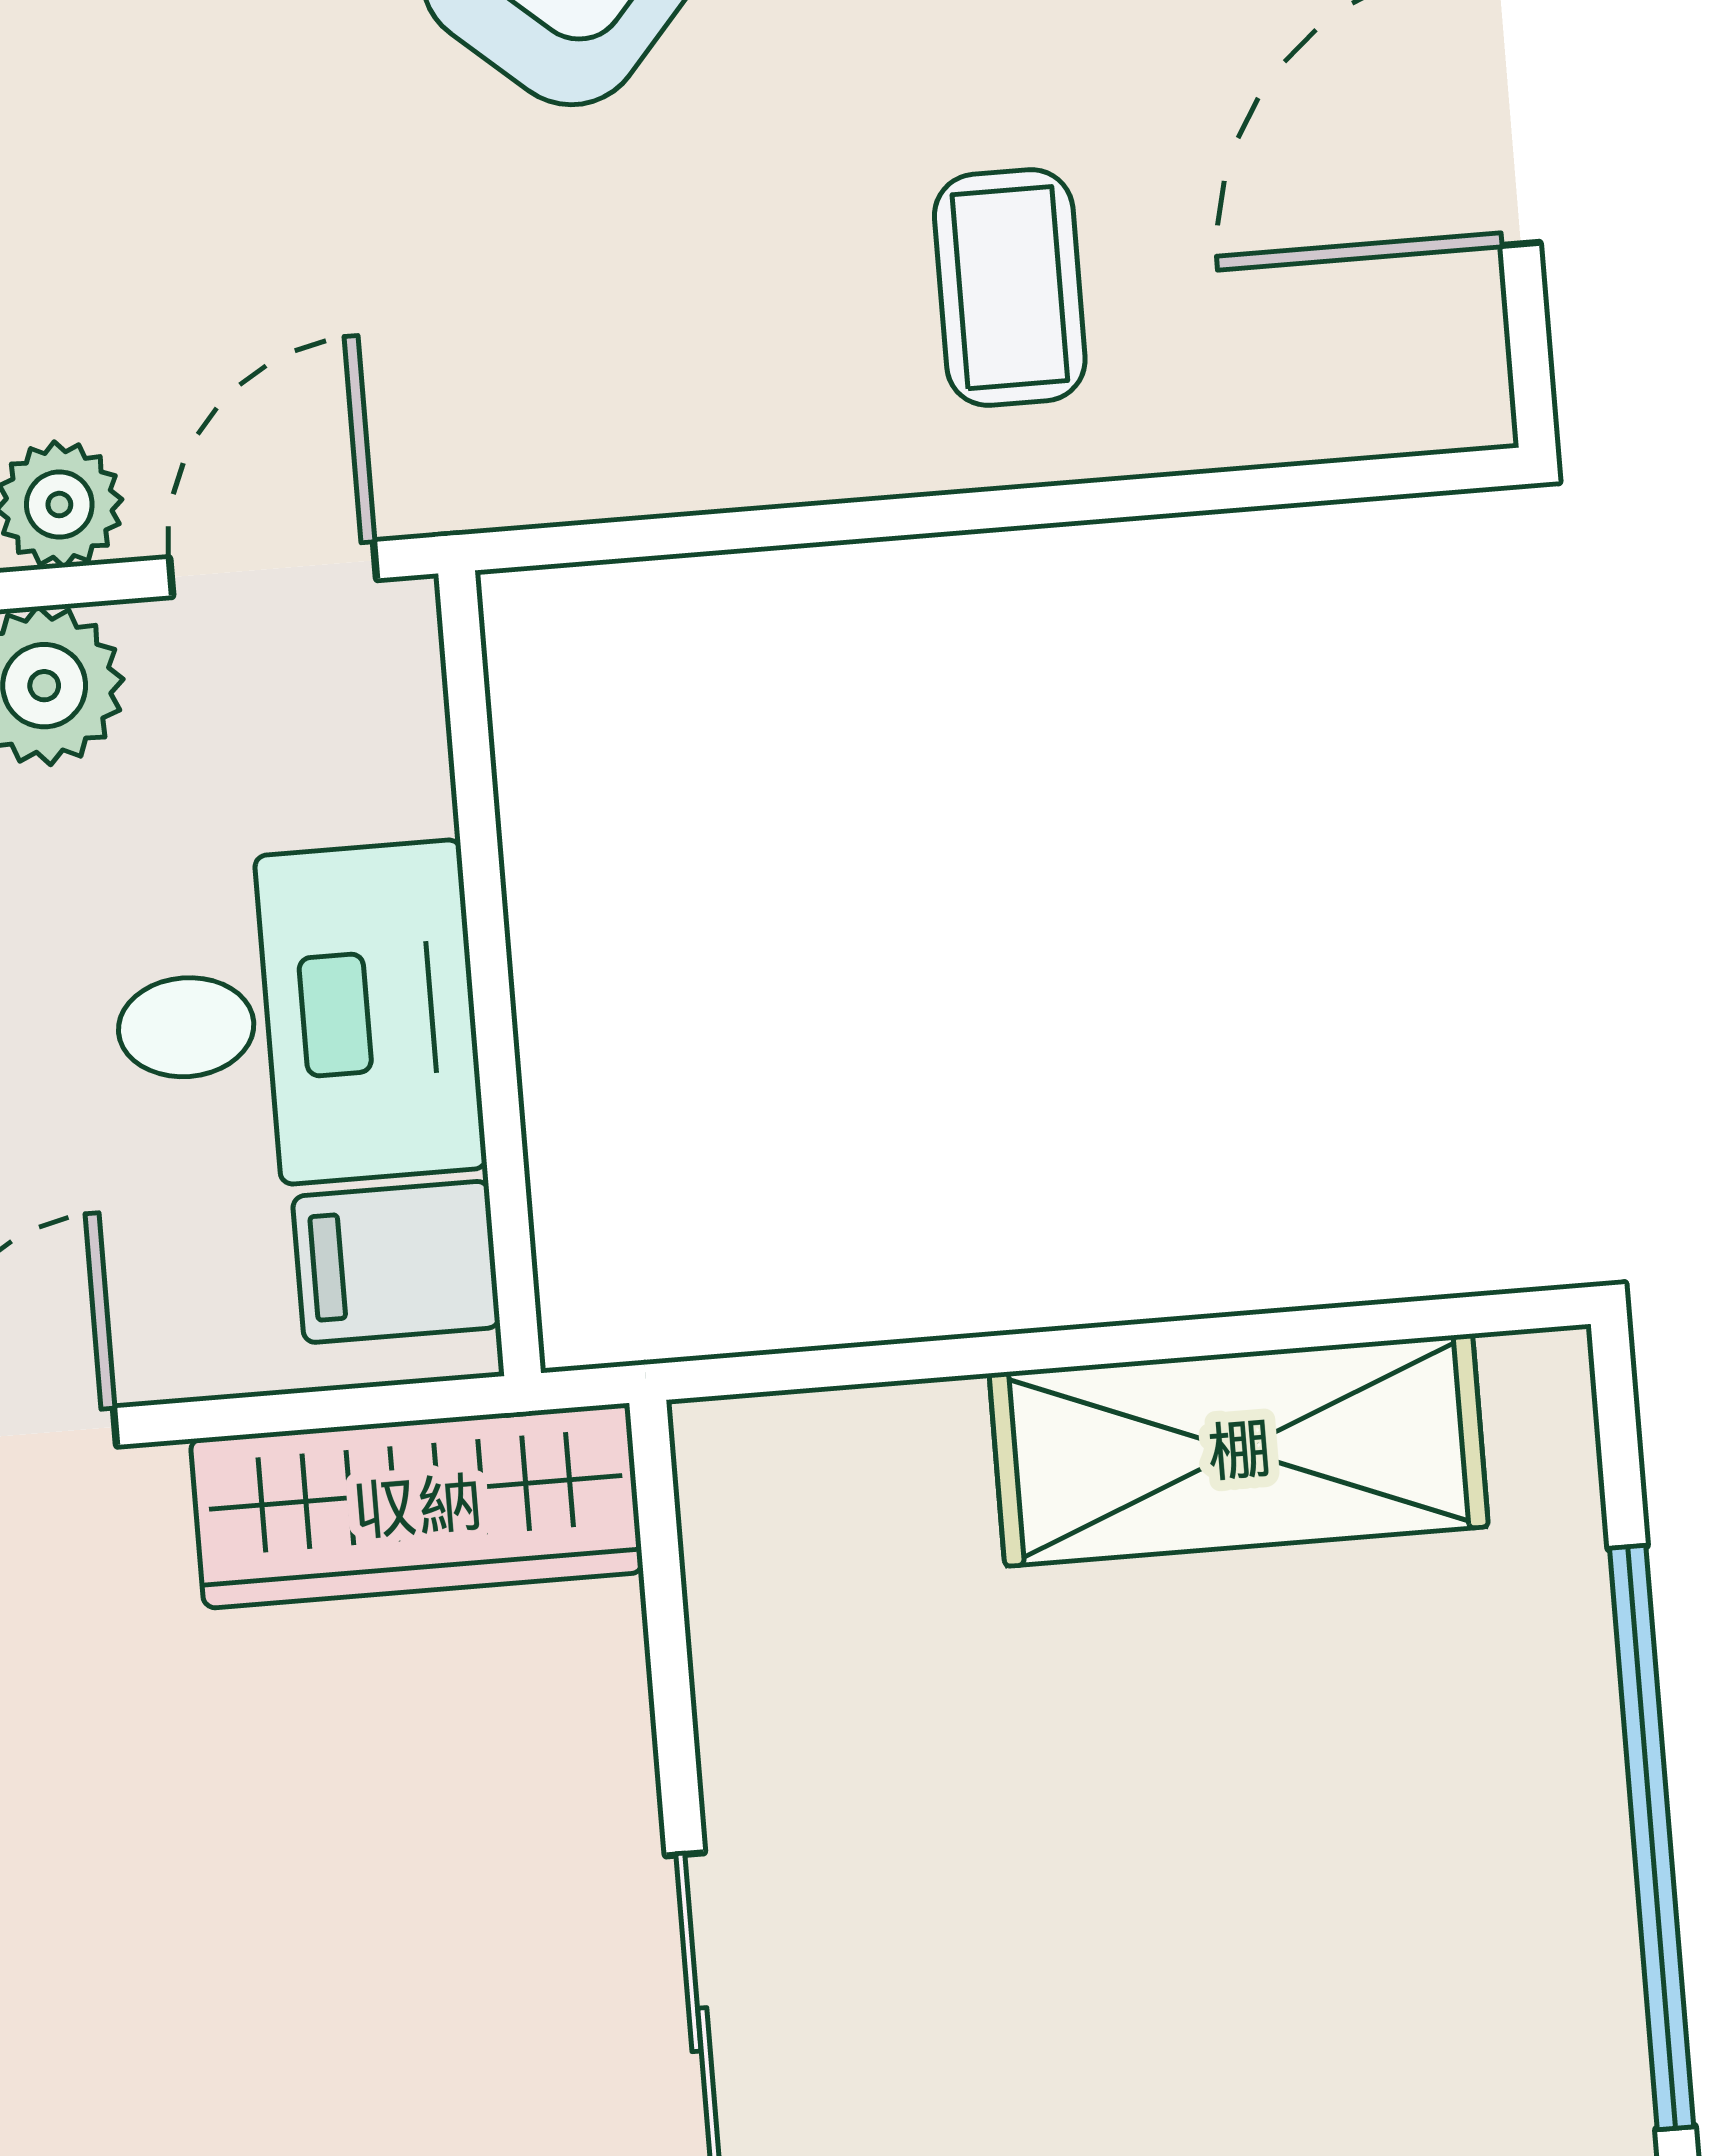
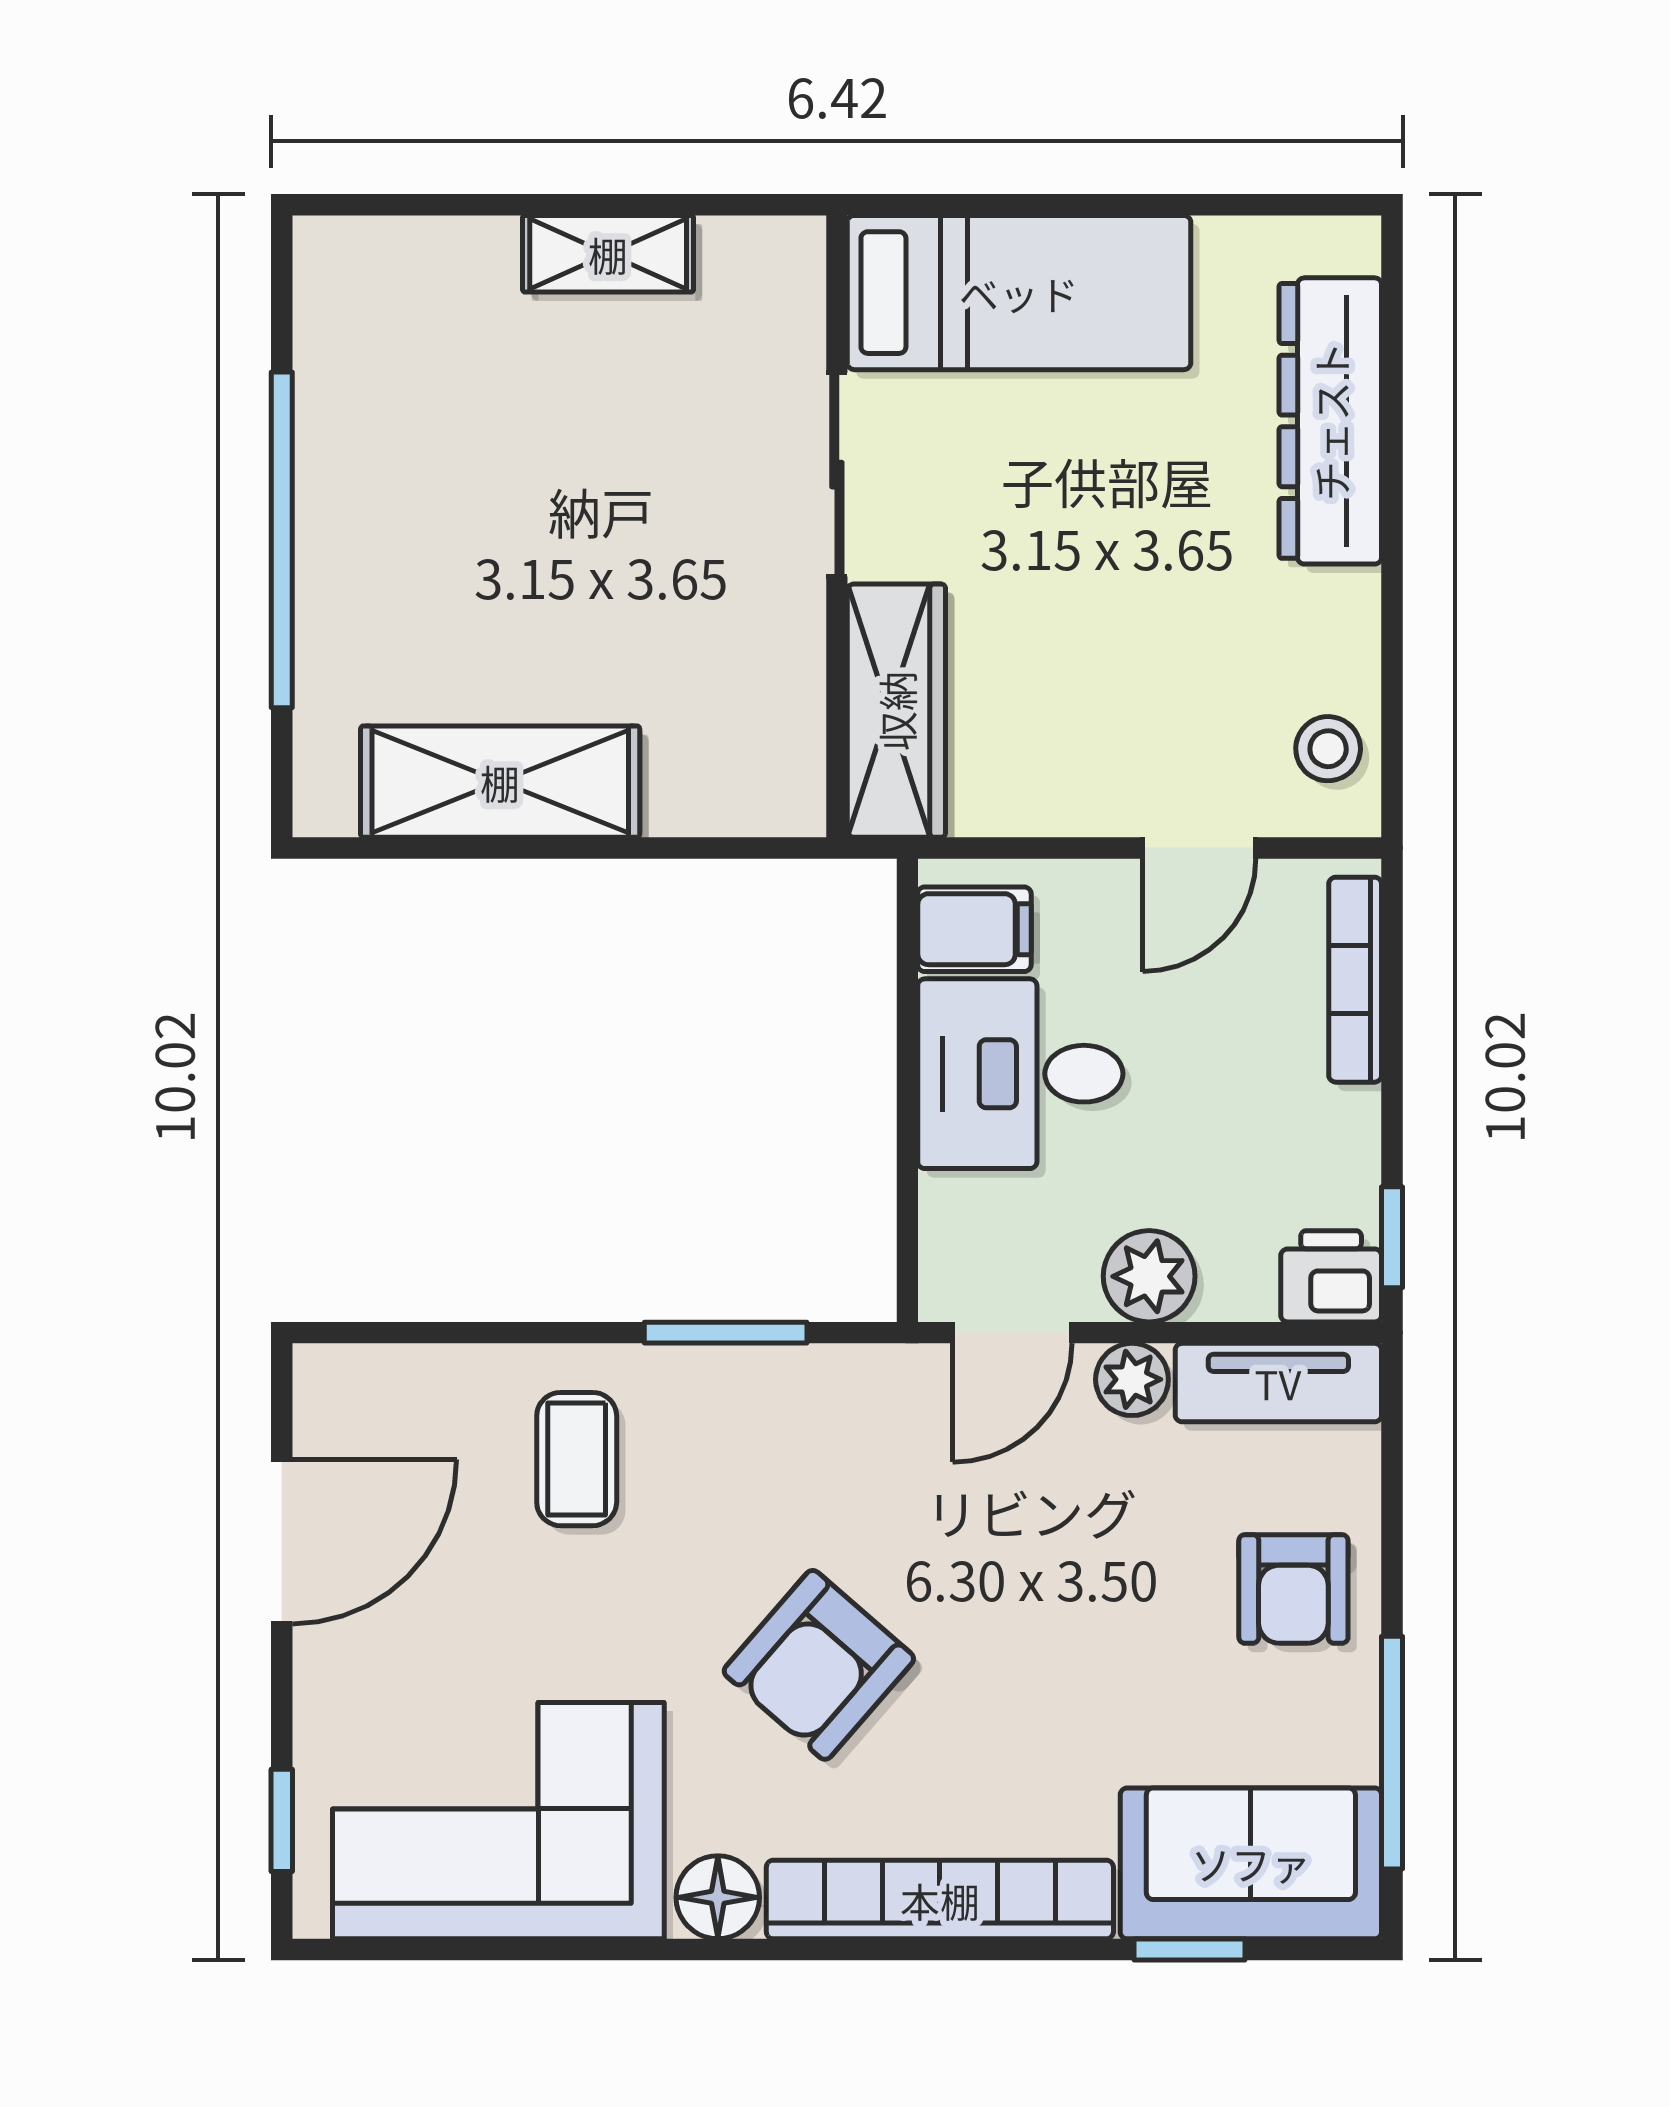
window: (770, 528) -> (726, 1333), added
wardrobe: (417, 1506) -> (896, 711), moved, turned 90

